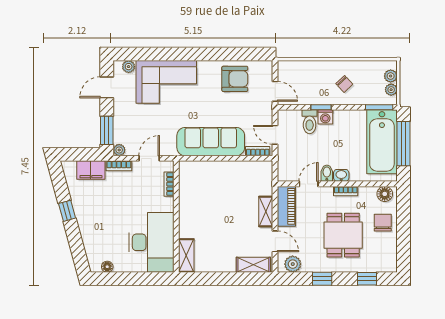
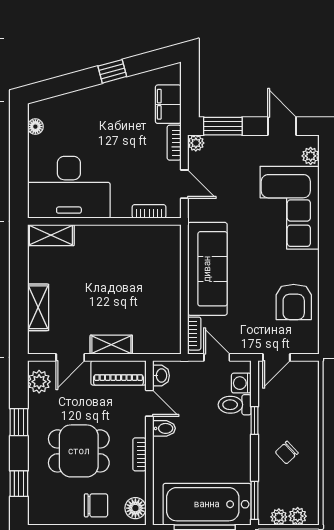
washing machine: (325, 117) -> (241, 383), moved
door: (275, 135) -> (217, 357), hinge flipped
washbasin: (341, 175) -> (161, 376), moved
shelving: (253, 265) -> (38, 307), moved

